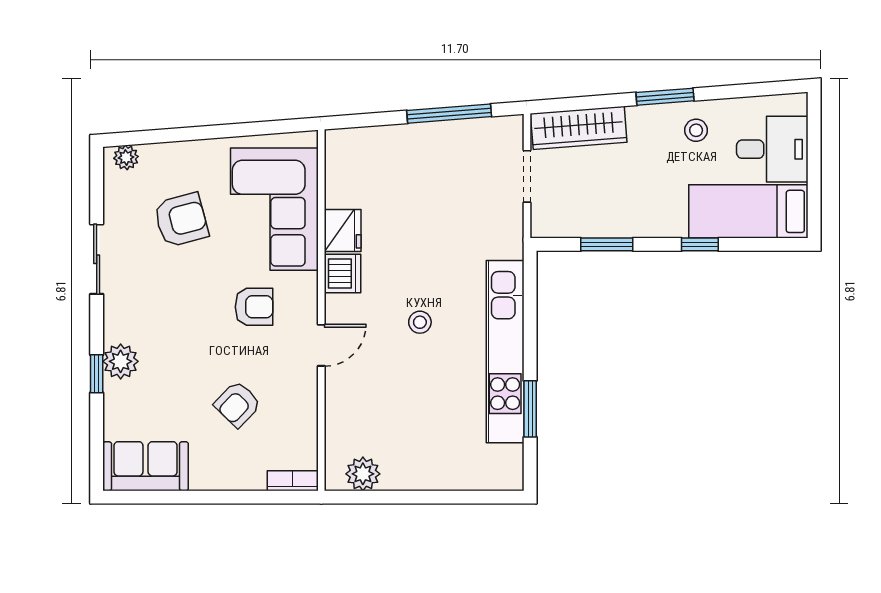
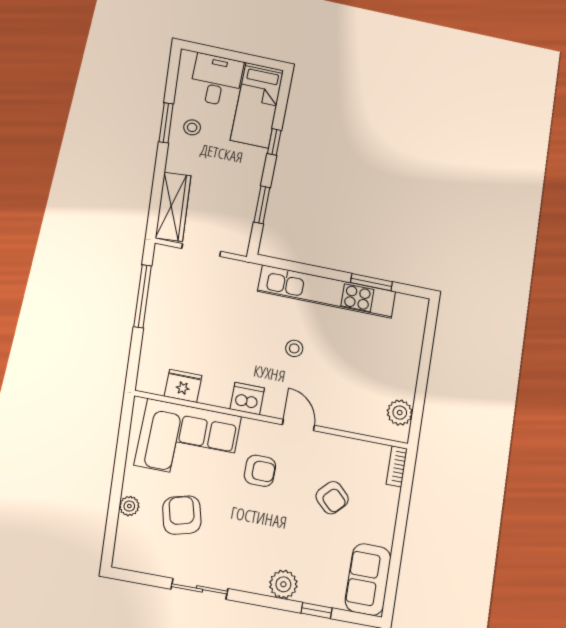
window: (665, 97) -> (166, 123), moved
plant: (126, 157) -> (129, 506), moved
fridge: (343, 230) -> (183, 386), moved
armchair: (254, 307) -> (260, 471), turned 90
window: (97, 374) -> (317, 610), moved

